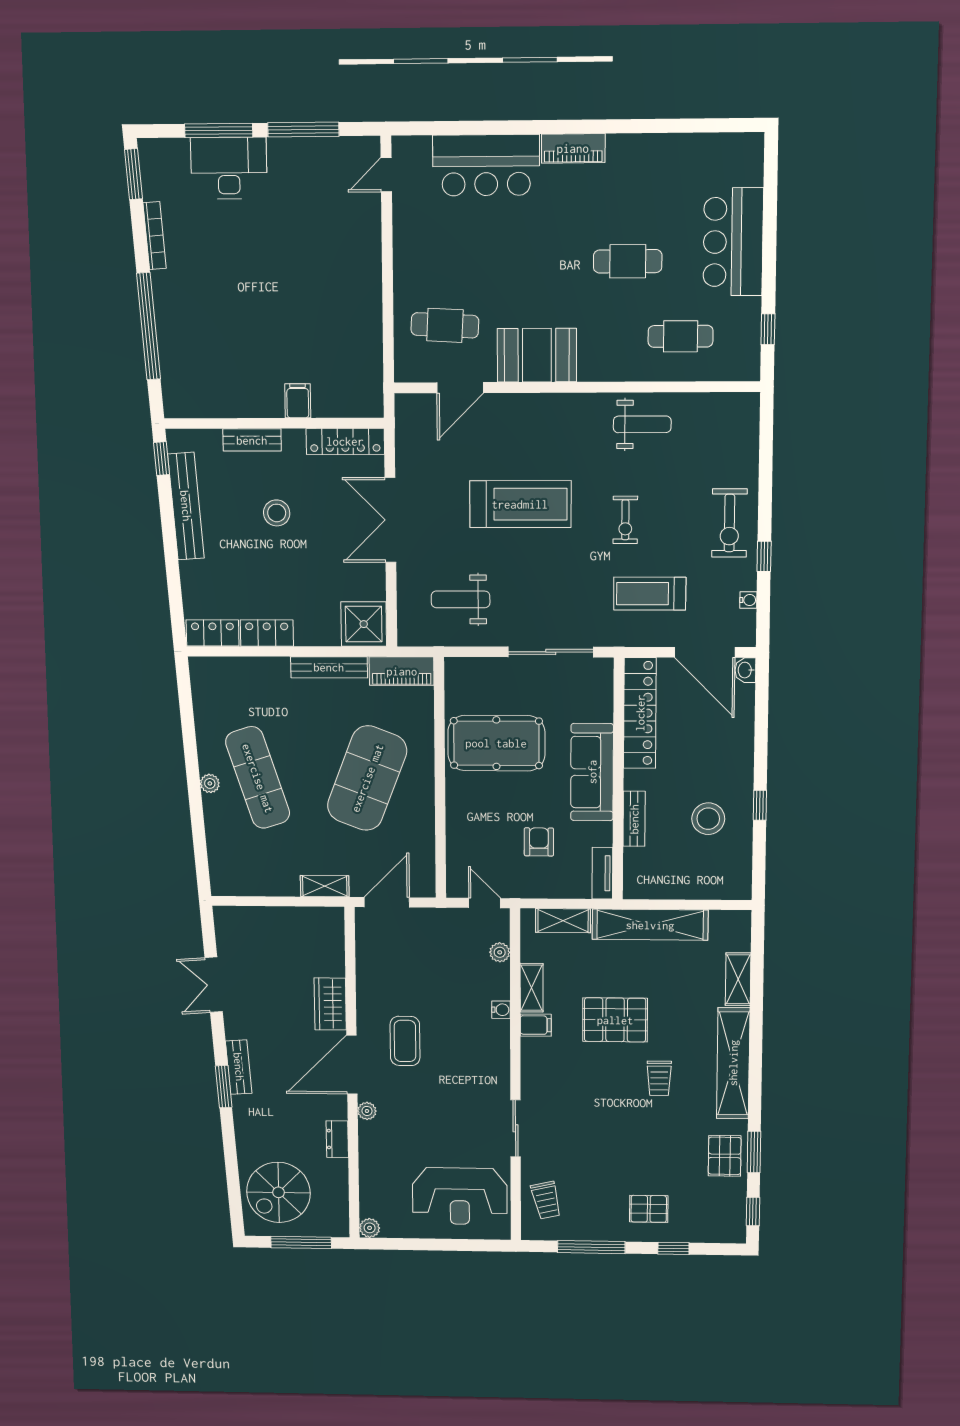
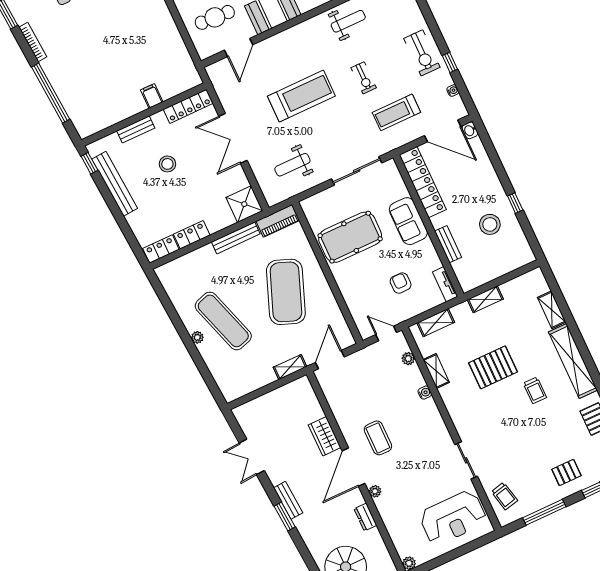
sofa: (592, 772) -> (408, 221), width x0.73
shelving: (650, 925) -> (485, 299), width x0.45, depth x0.75
filing cabinet: (536, 1025) -> (449, 392), removed

